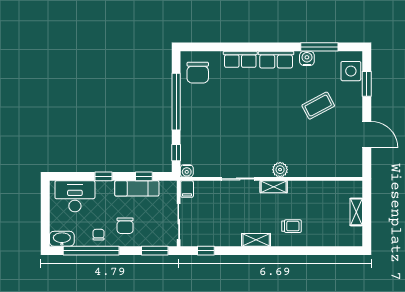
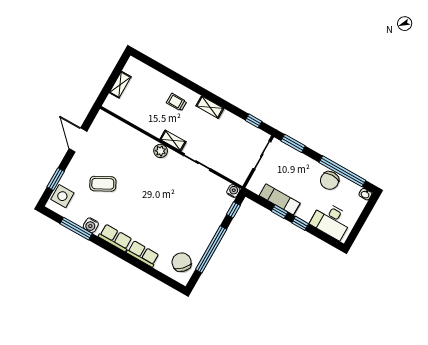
chair: (198, 73) -> (182, 262), turned -45
window: (144, 176) -> (279, 212), moved
filing cabinet: (187, 189) -> (241, 177), removed
chair: (125, 226) -> (305, 176), removed
chair: (99, 235) -> (330, 180), width x1.87, depth x1.87
washbasin: (62, 239) -> (365, 194), width x0.52, depth x0.69

